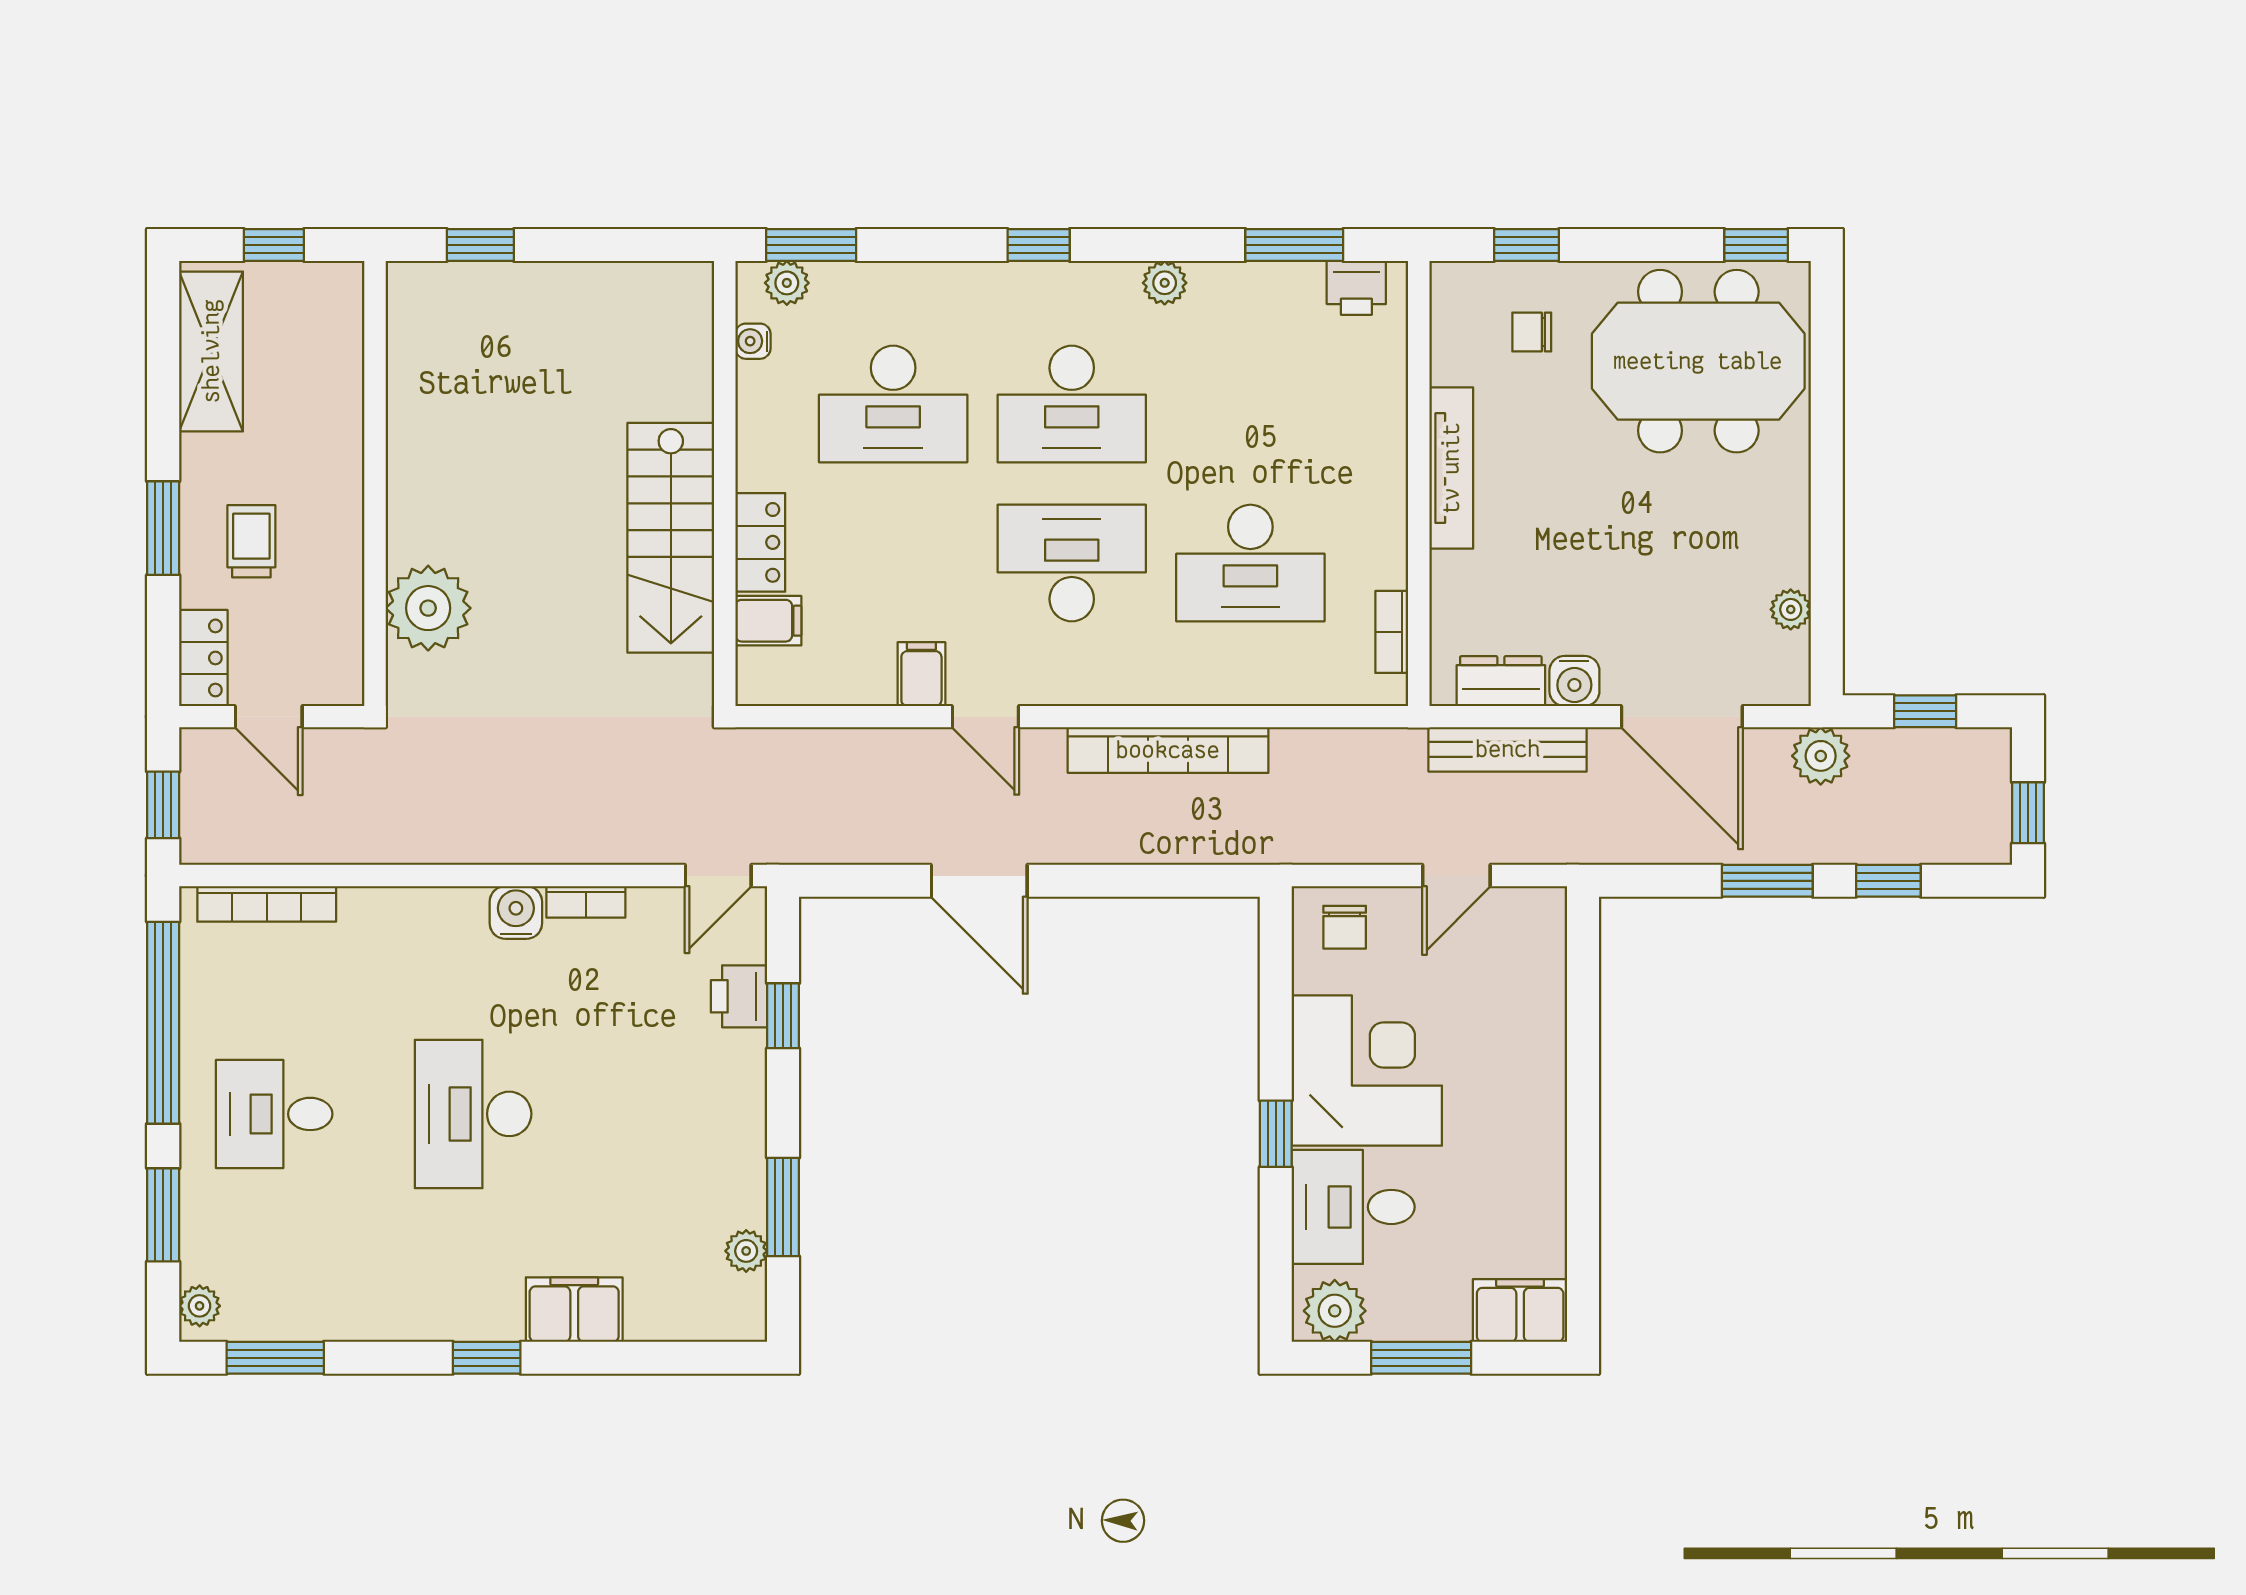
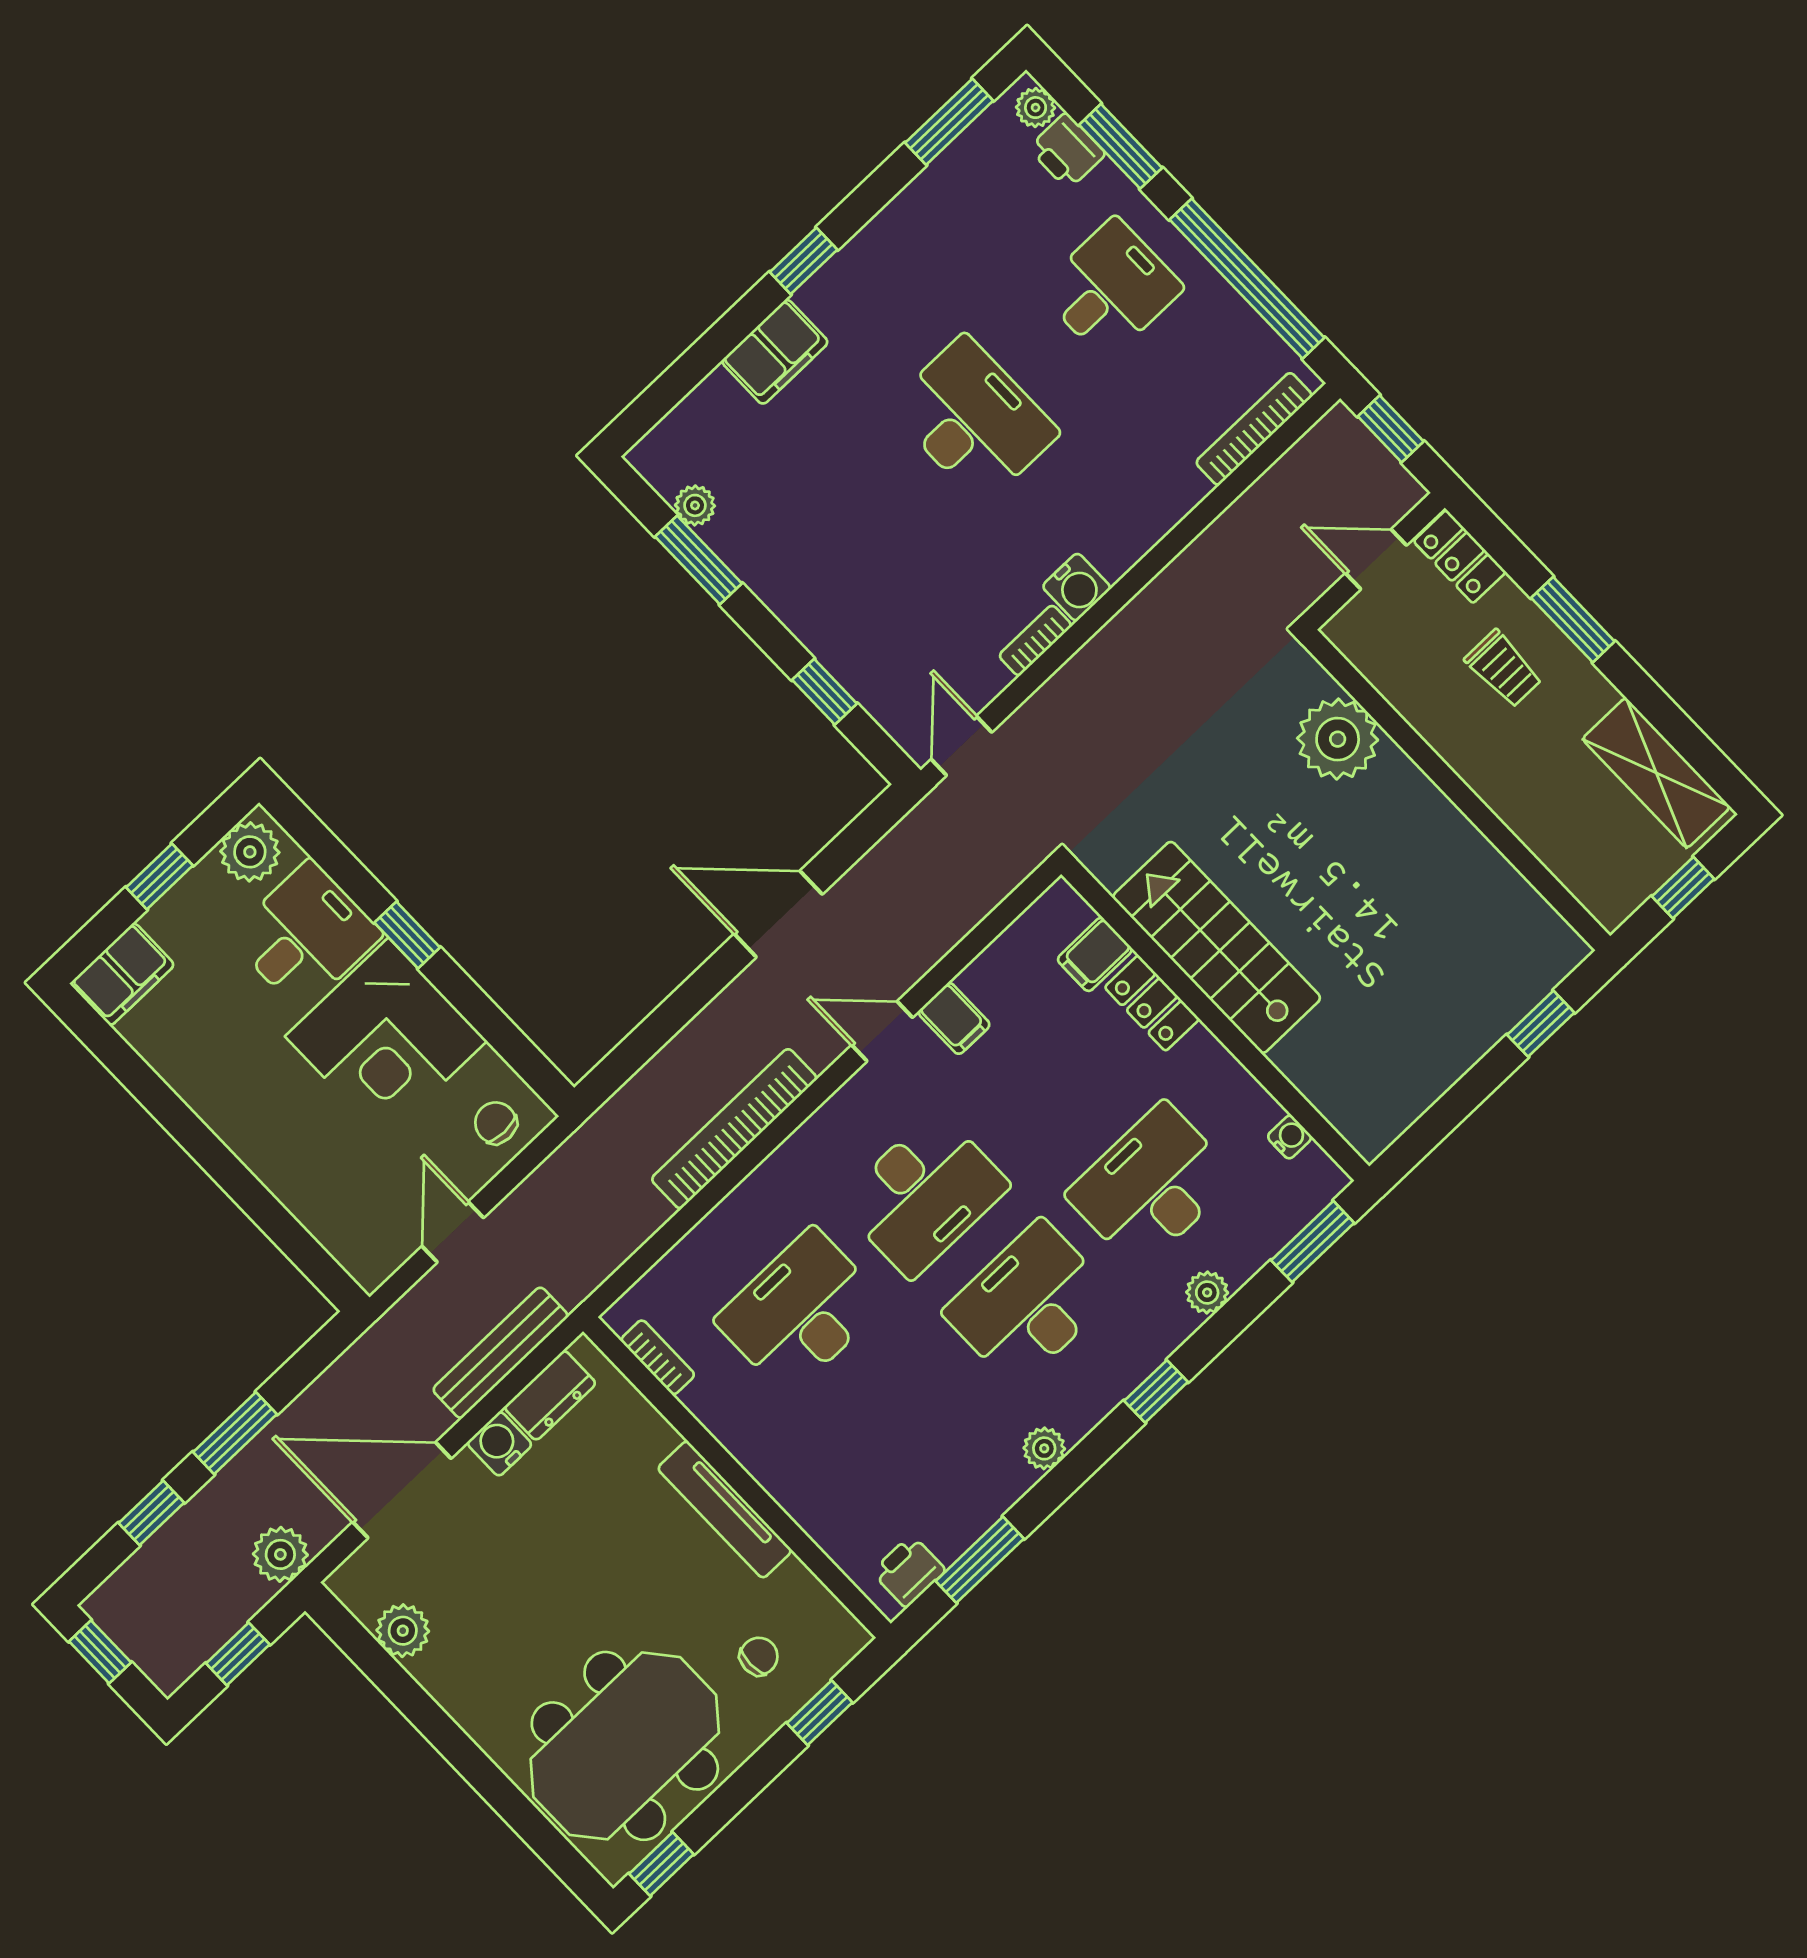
plant: (787, 283) -> (1207, 1292), moved
plant: (1791, 609) -> (403, 1631), width x1.38, depth x1.38
printer: (739, 996) -> (1067, 151), moved, turned 180
window: (1421, 1358) -> (159, 876), width x0.67

